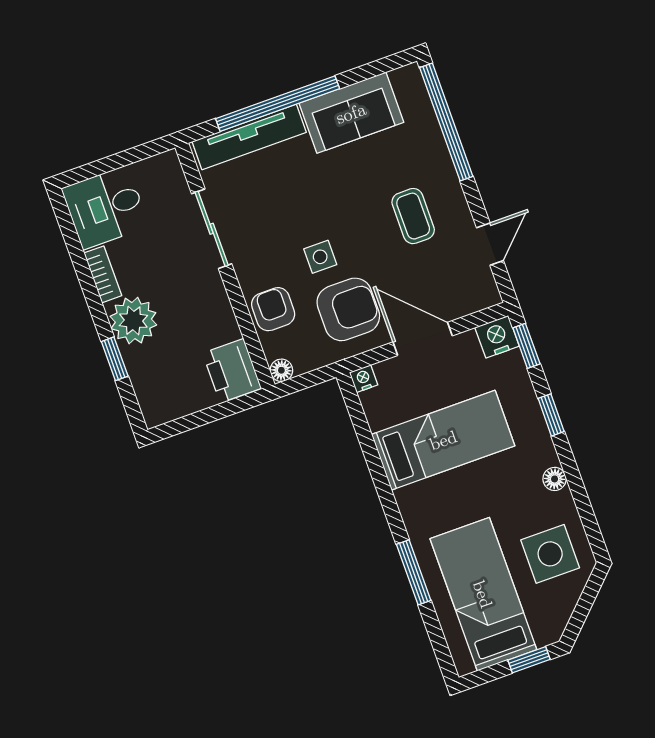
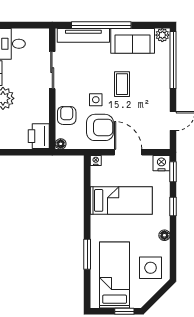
plant: (407, 80) -> (162, 35), added
coffee table: (413, 216) -> (122, 84), moved

